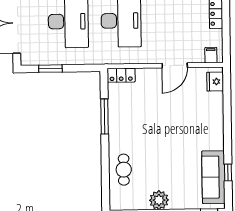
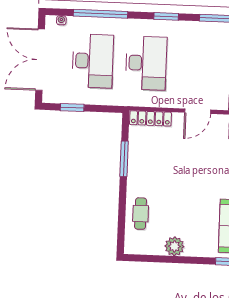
locker: (121, 75) -> (150, 118), width x1.53

